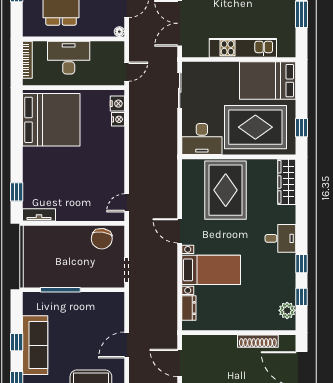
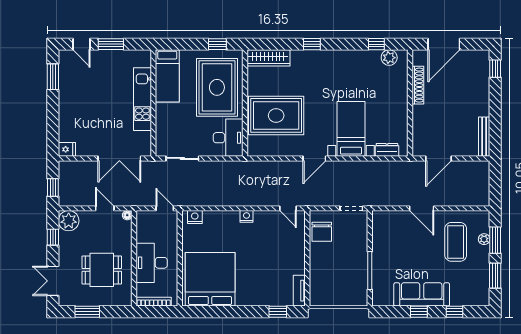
bed: (268, 81) -> (167, 76), width x0.67
nightstand: (118, 119) -> (246, 216), moved
desk: (280, 238) -> (321, 64), removed
chair: (102, 239) -> (322, 232), turned 82
window: (301, 264) -> (312, 44), moved

